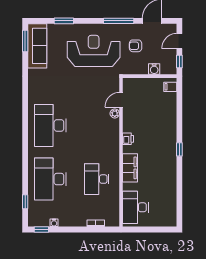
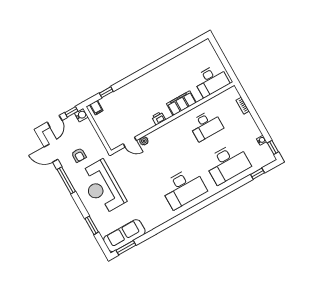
door: (179, 41) -> (55, 121), hinge flipped
water cooler: (154, 69) -> (81, 115), moved
window: (179, 149) -> (106, 92), moved

